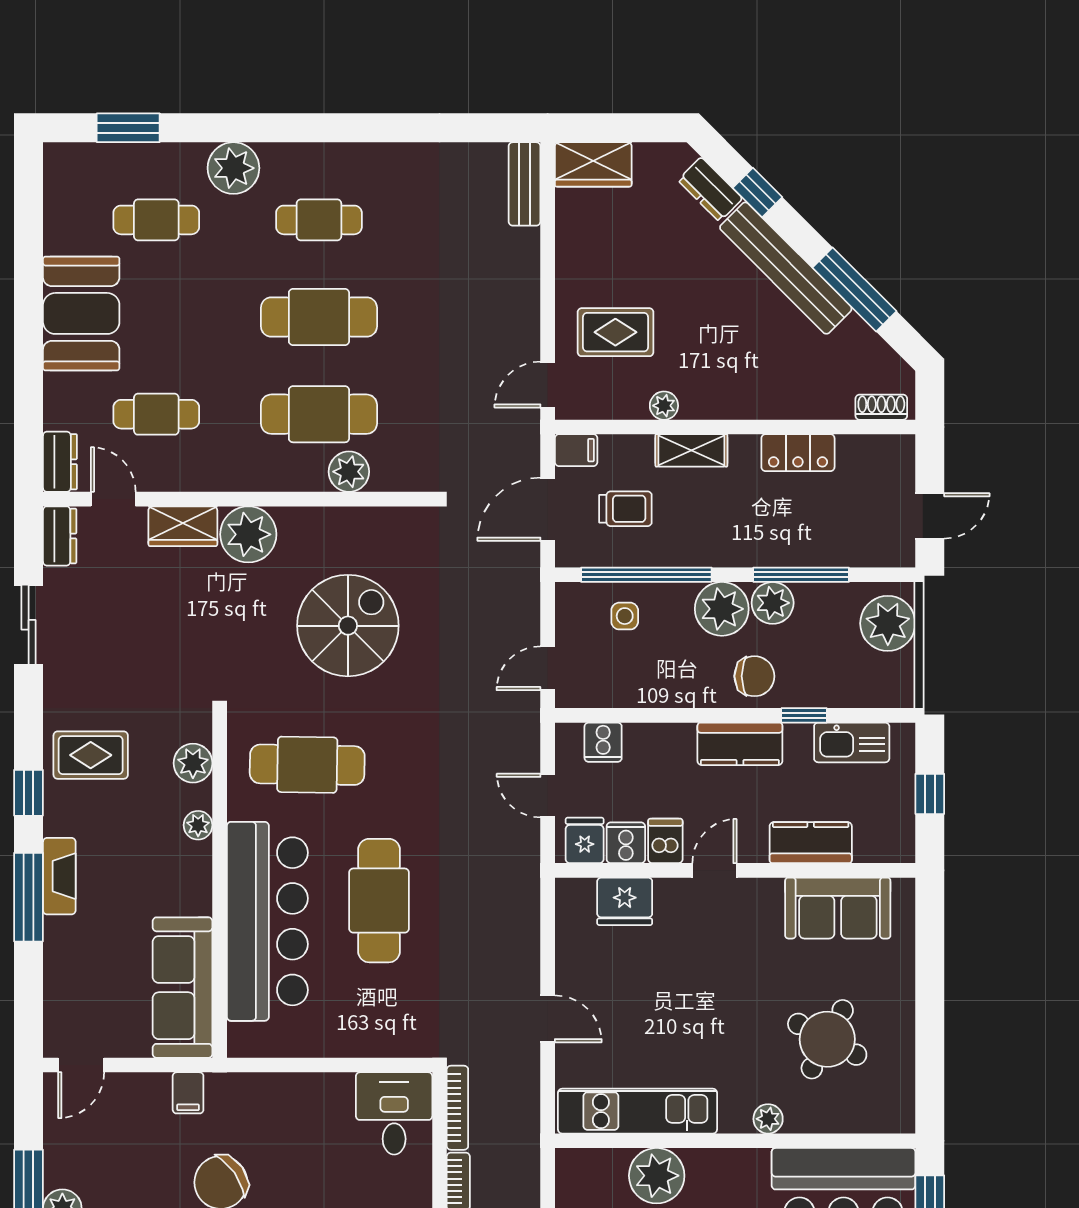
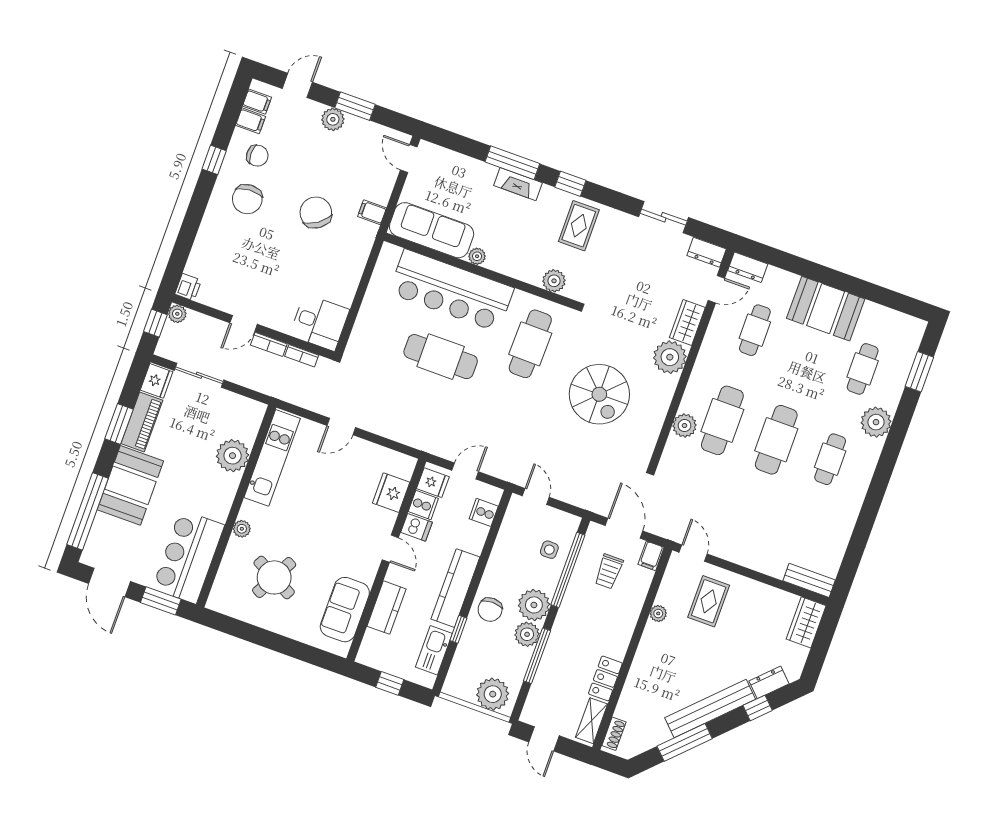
shelving: (691, 450) -> (592, 721), moved
kitchen counter: (740, 744) -> (455, 588), width x1.50
plant: (198, 825) -> (477, 256), moved
bookcase: (457, 1108) -> (302, 356), width x0.64

